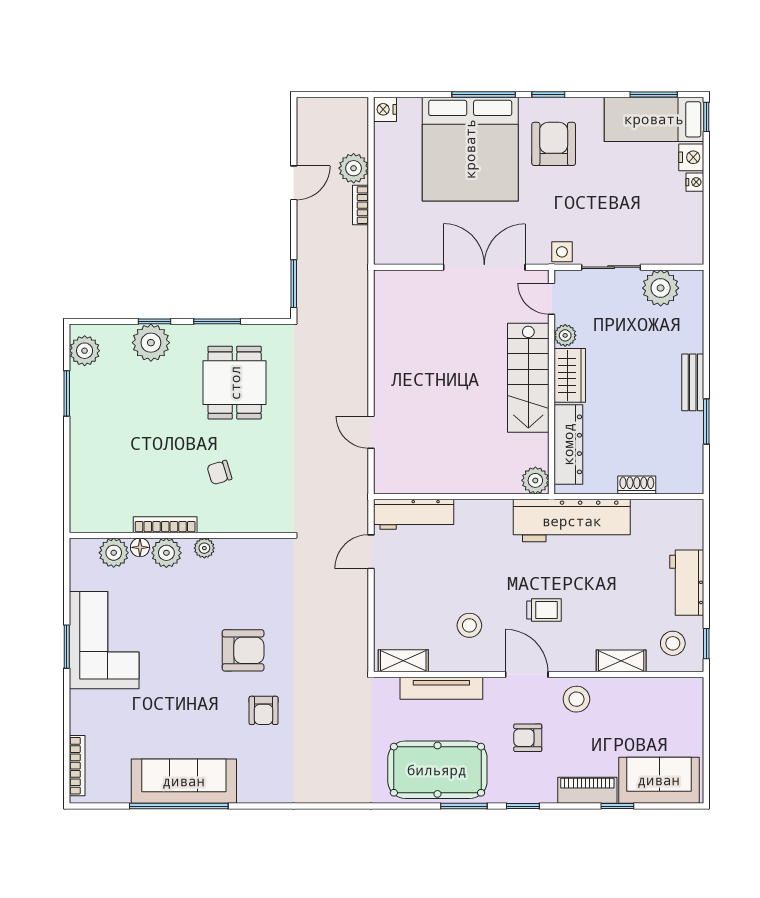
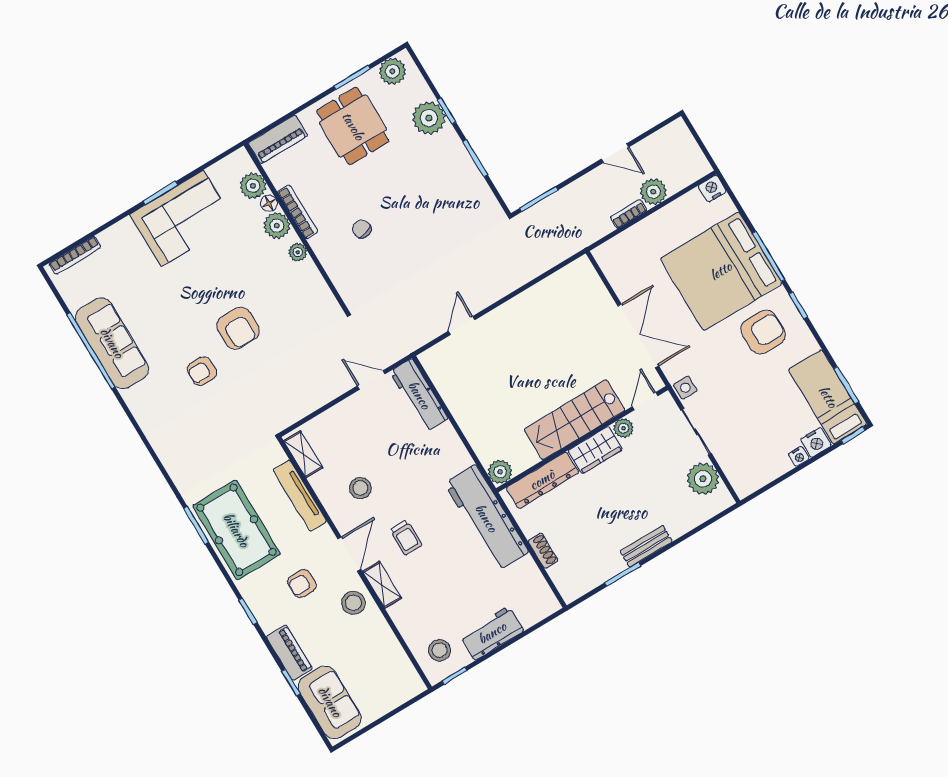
dining table: (235, 383) -> (353, 126), moved, turned 90
piano: (83, 501) -> (278, 139), added
shelving: (621, 661) -> (382, 585), moved
armchair: (528, 738) -> (302, 584), turned -90
window: (464, 806) -> (196, 525), moved

